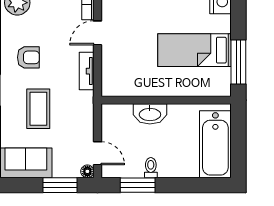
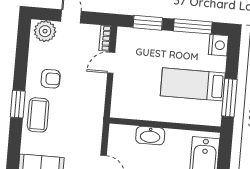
tv unit: (87, 71) -> (99, 95), removed
coffee table: (38, 109) -> (38, 115), moved

